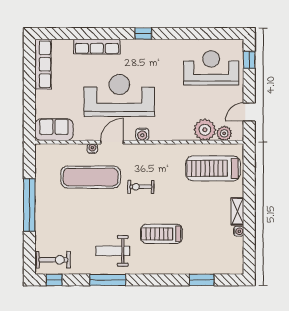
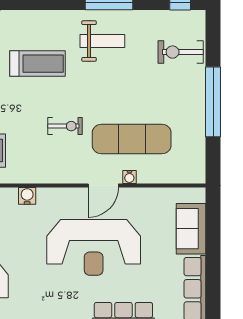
sofa: (54, 130) -> (191, 229), moved, turned 90
water cooler: (142, 134) -> (27, 196), moved
exercise bike: (53, 260) -> (181, 52), moved

